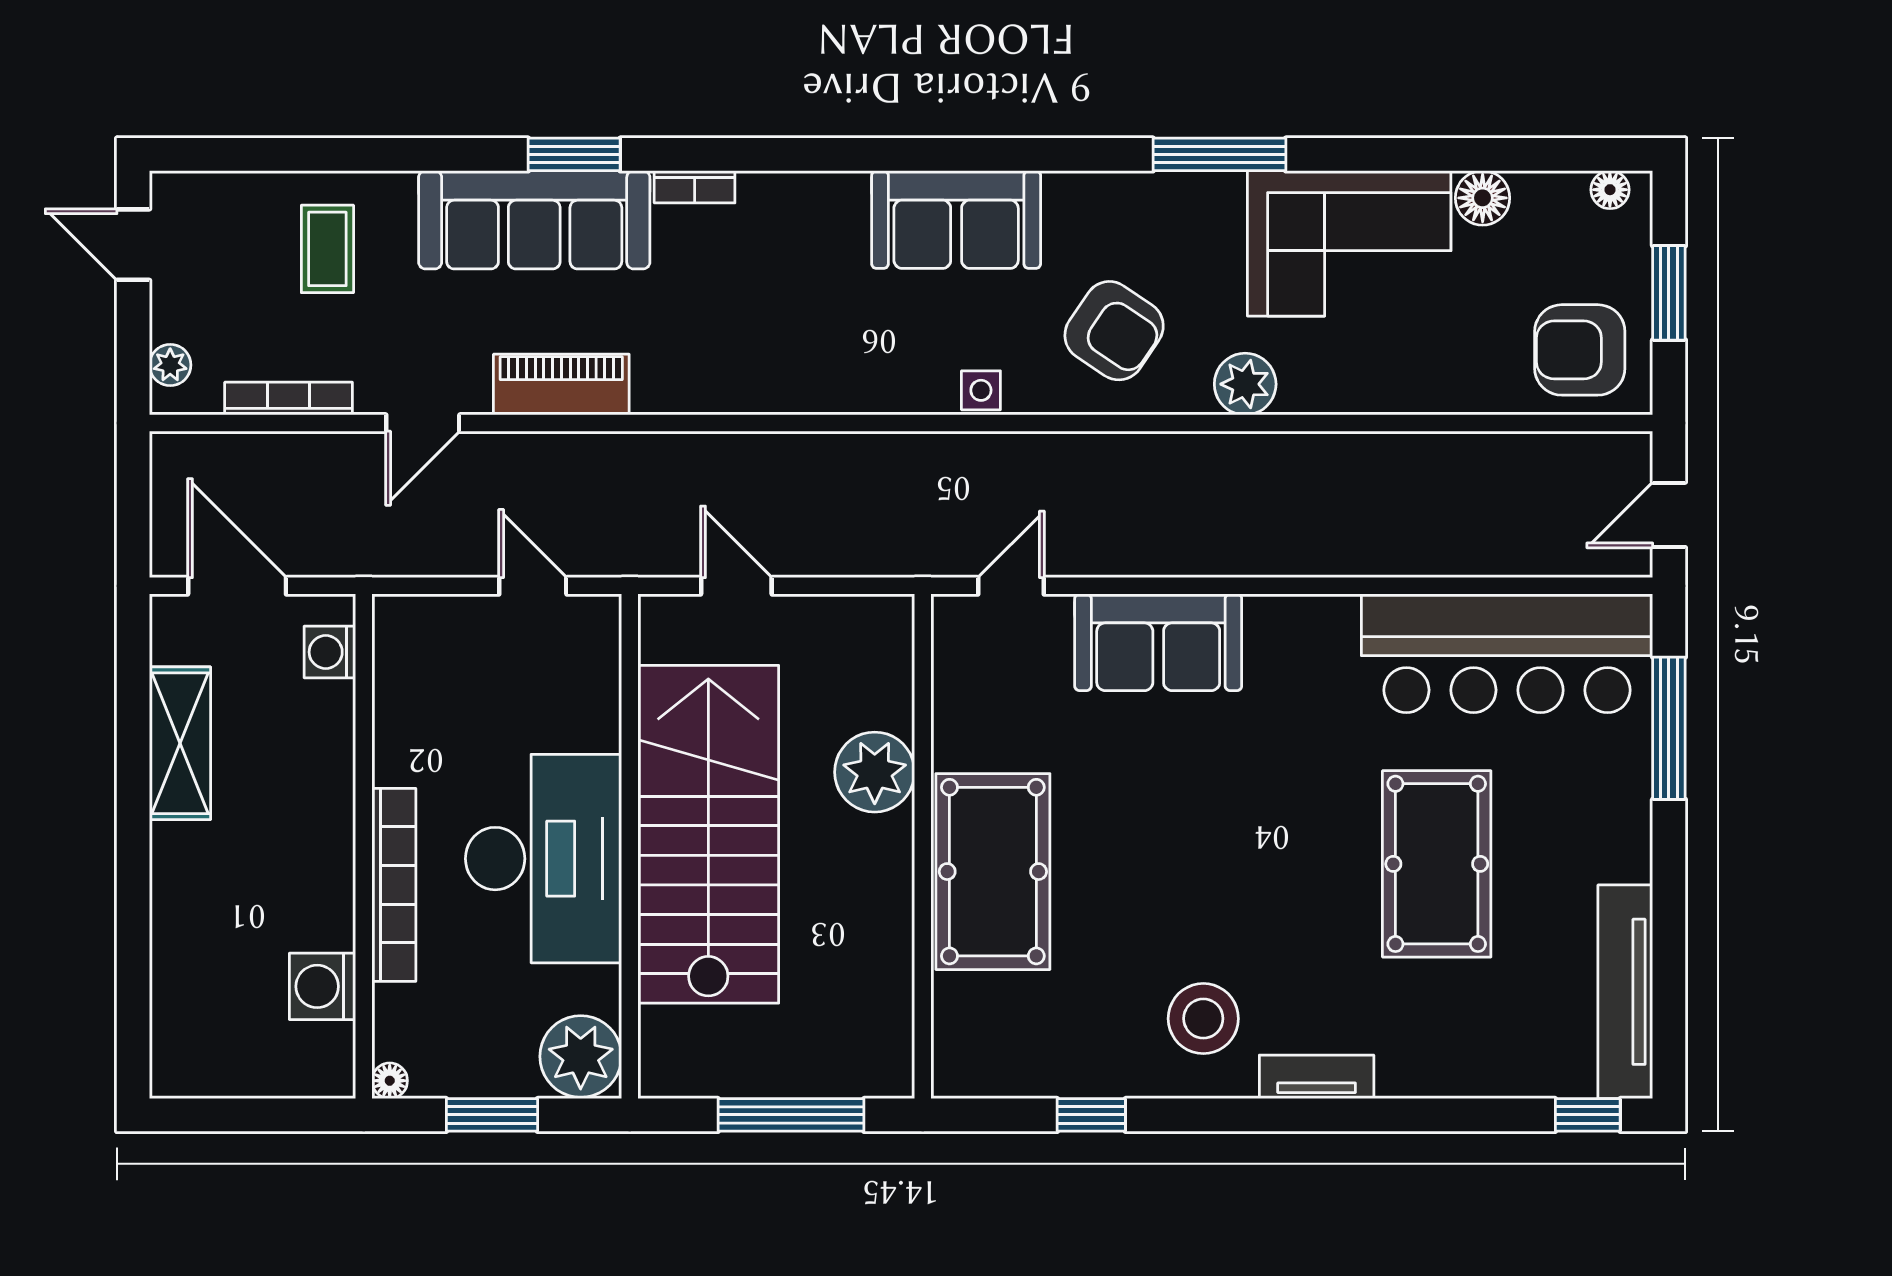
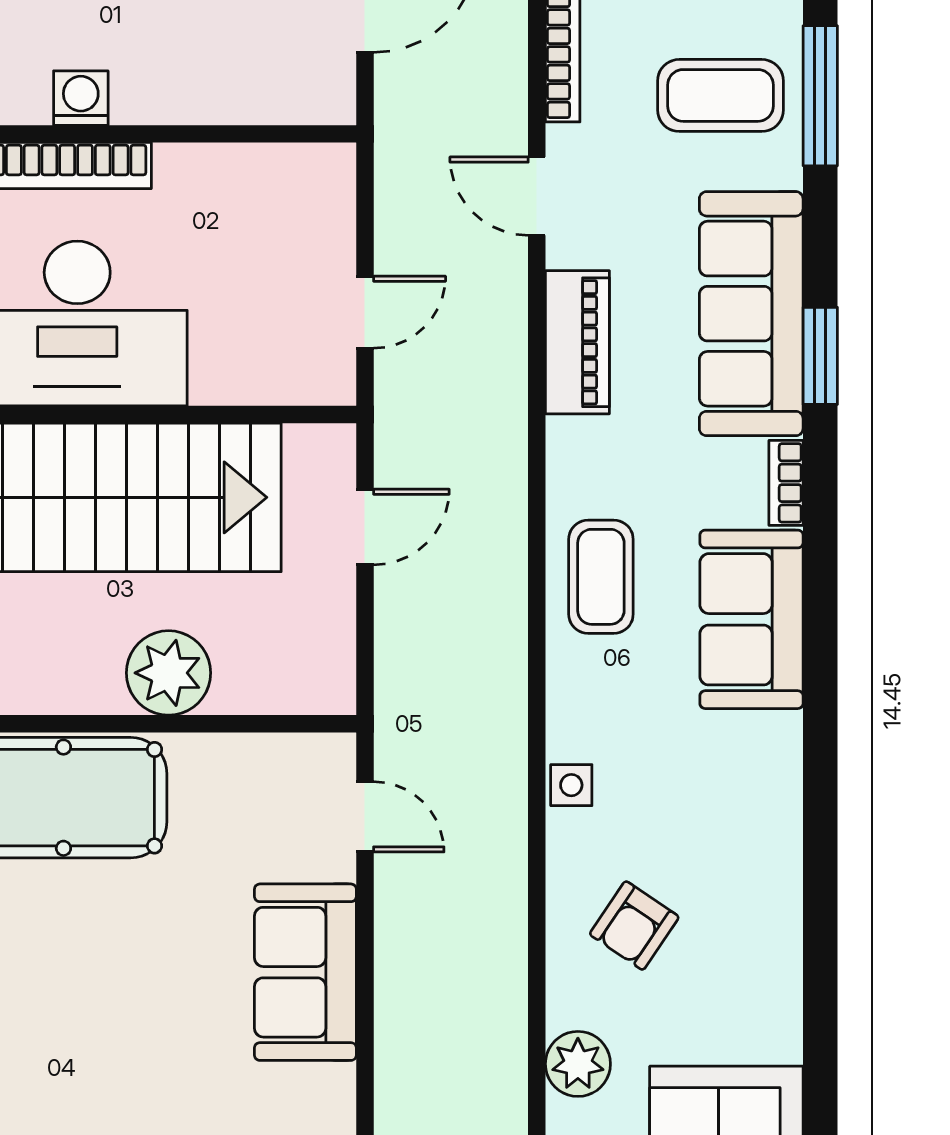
window: (1219, 154) -> (820, 96), moved
sofa: (956, 220) -> (751, 619), moved
coffee table: (327, 249) -> (720, 95), width x1.36, depth x1.30
armchair: (1114, 331) -> (634, 926), width x0.72, depth x0.72
coffee table: (784, 362) -> (601, 577), added
washing machine: (330, 652) -> (81, 98), moved

